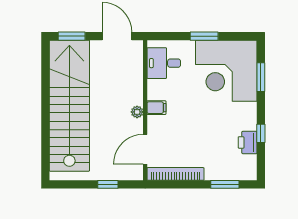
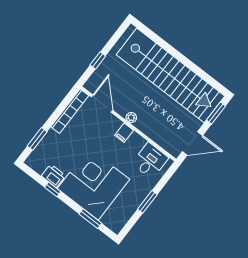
corner desk: (226, 71) -> (94, 184), moved

